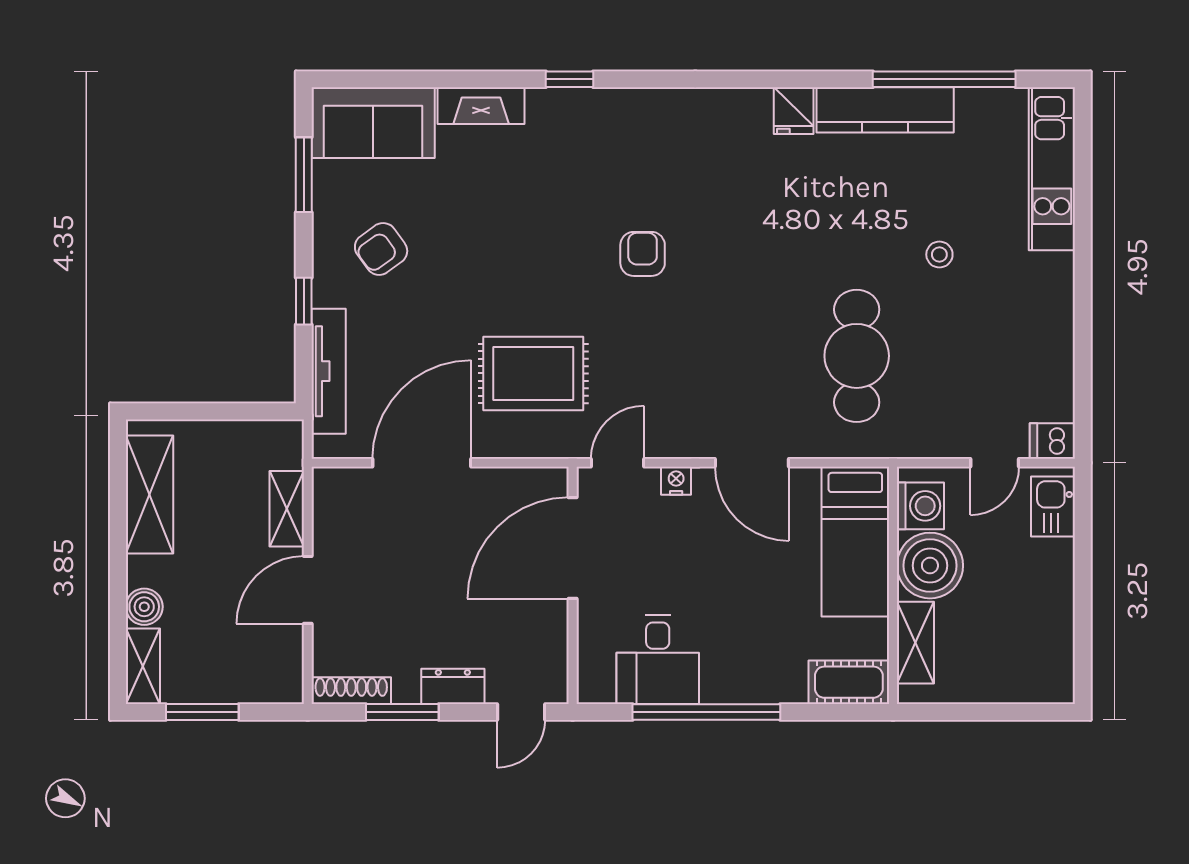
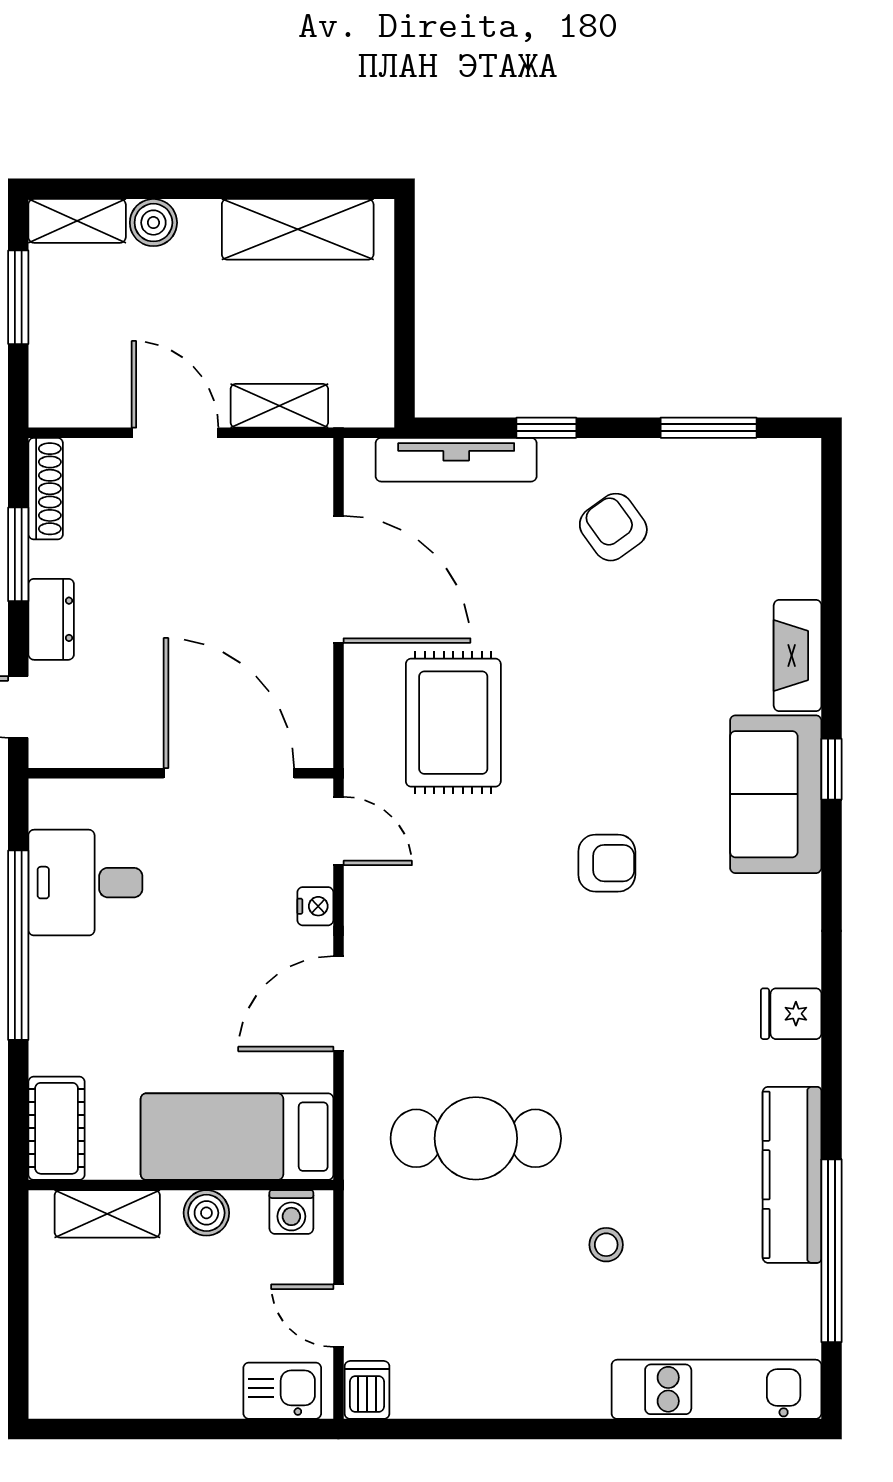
fridge: (794, 111) -> (791, 1014), moved
sofa: (373, 123) -> (776, 794), moved
washing machine: (920, 506) -> (291, 1212), width x0.73, depth x0.73
boiler: (930, 566) -> (206, 1213), width x0.54, depth x0.54

